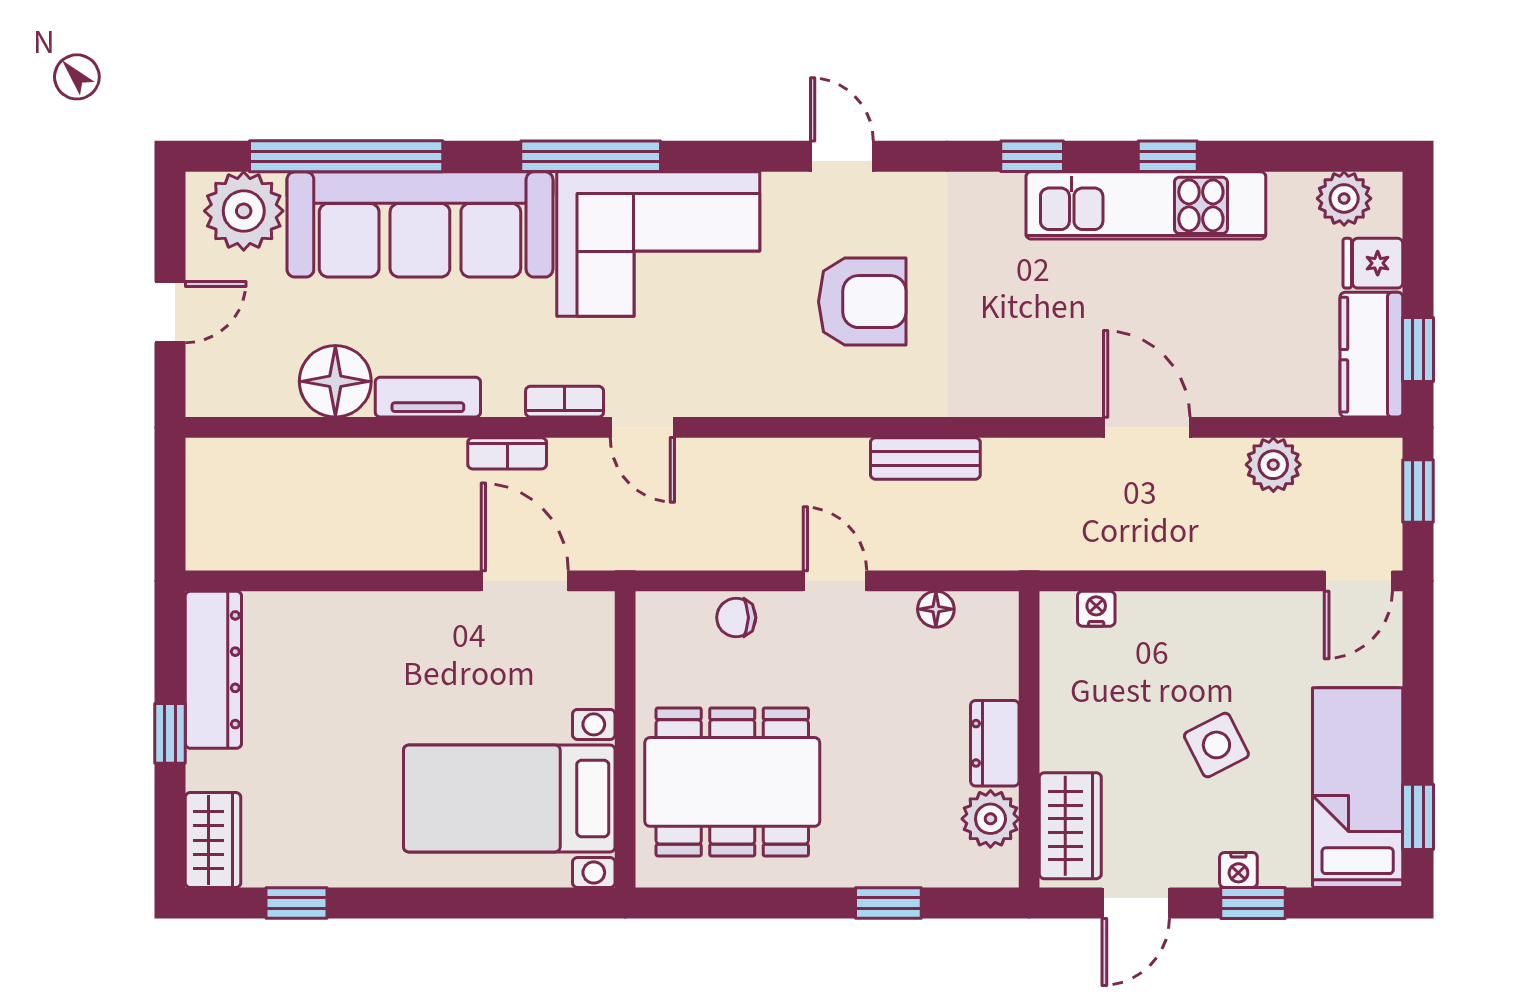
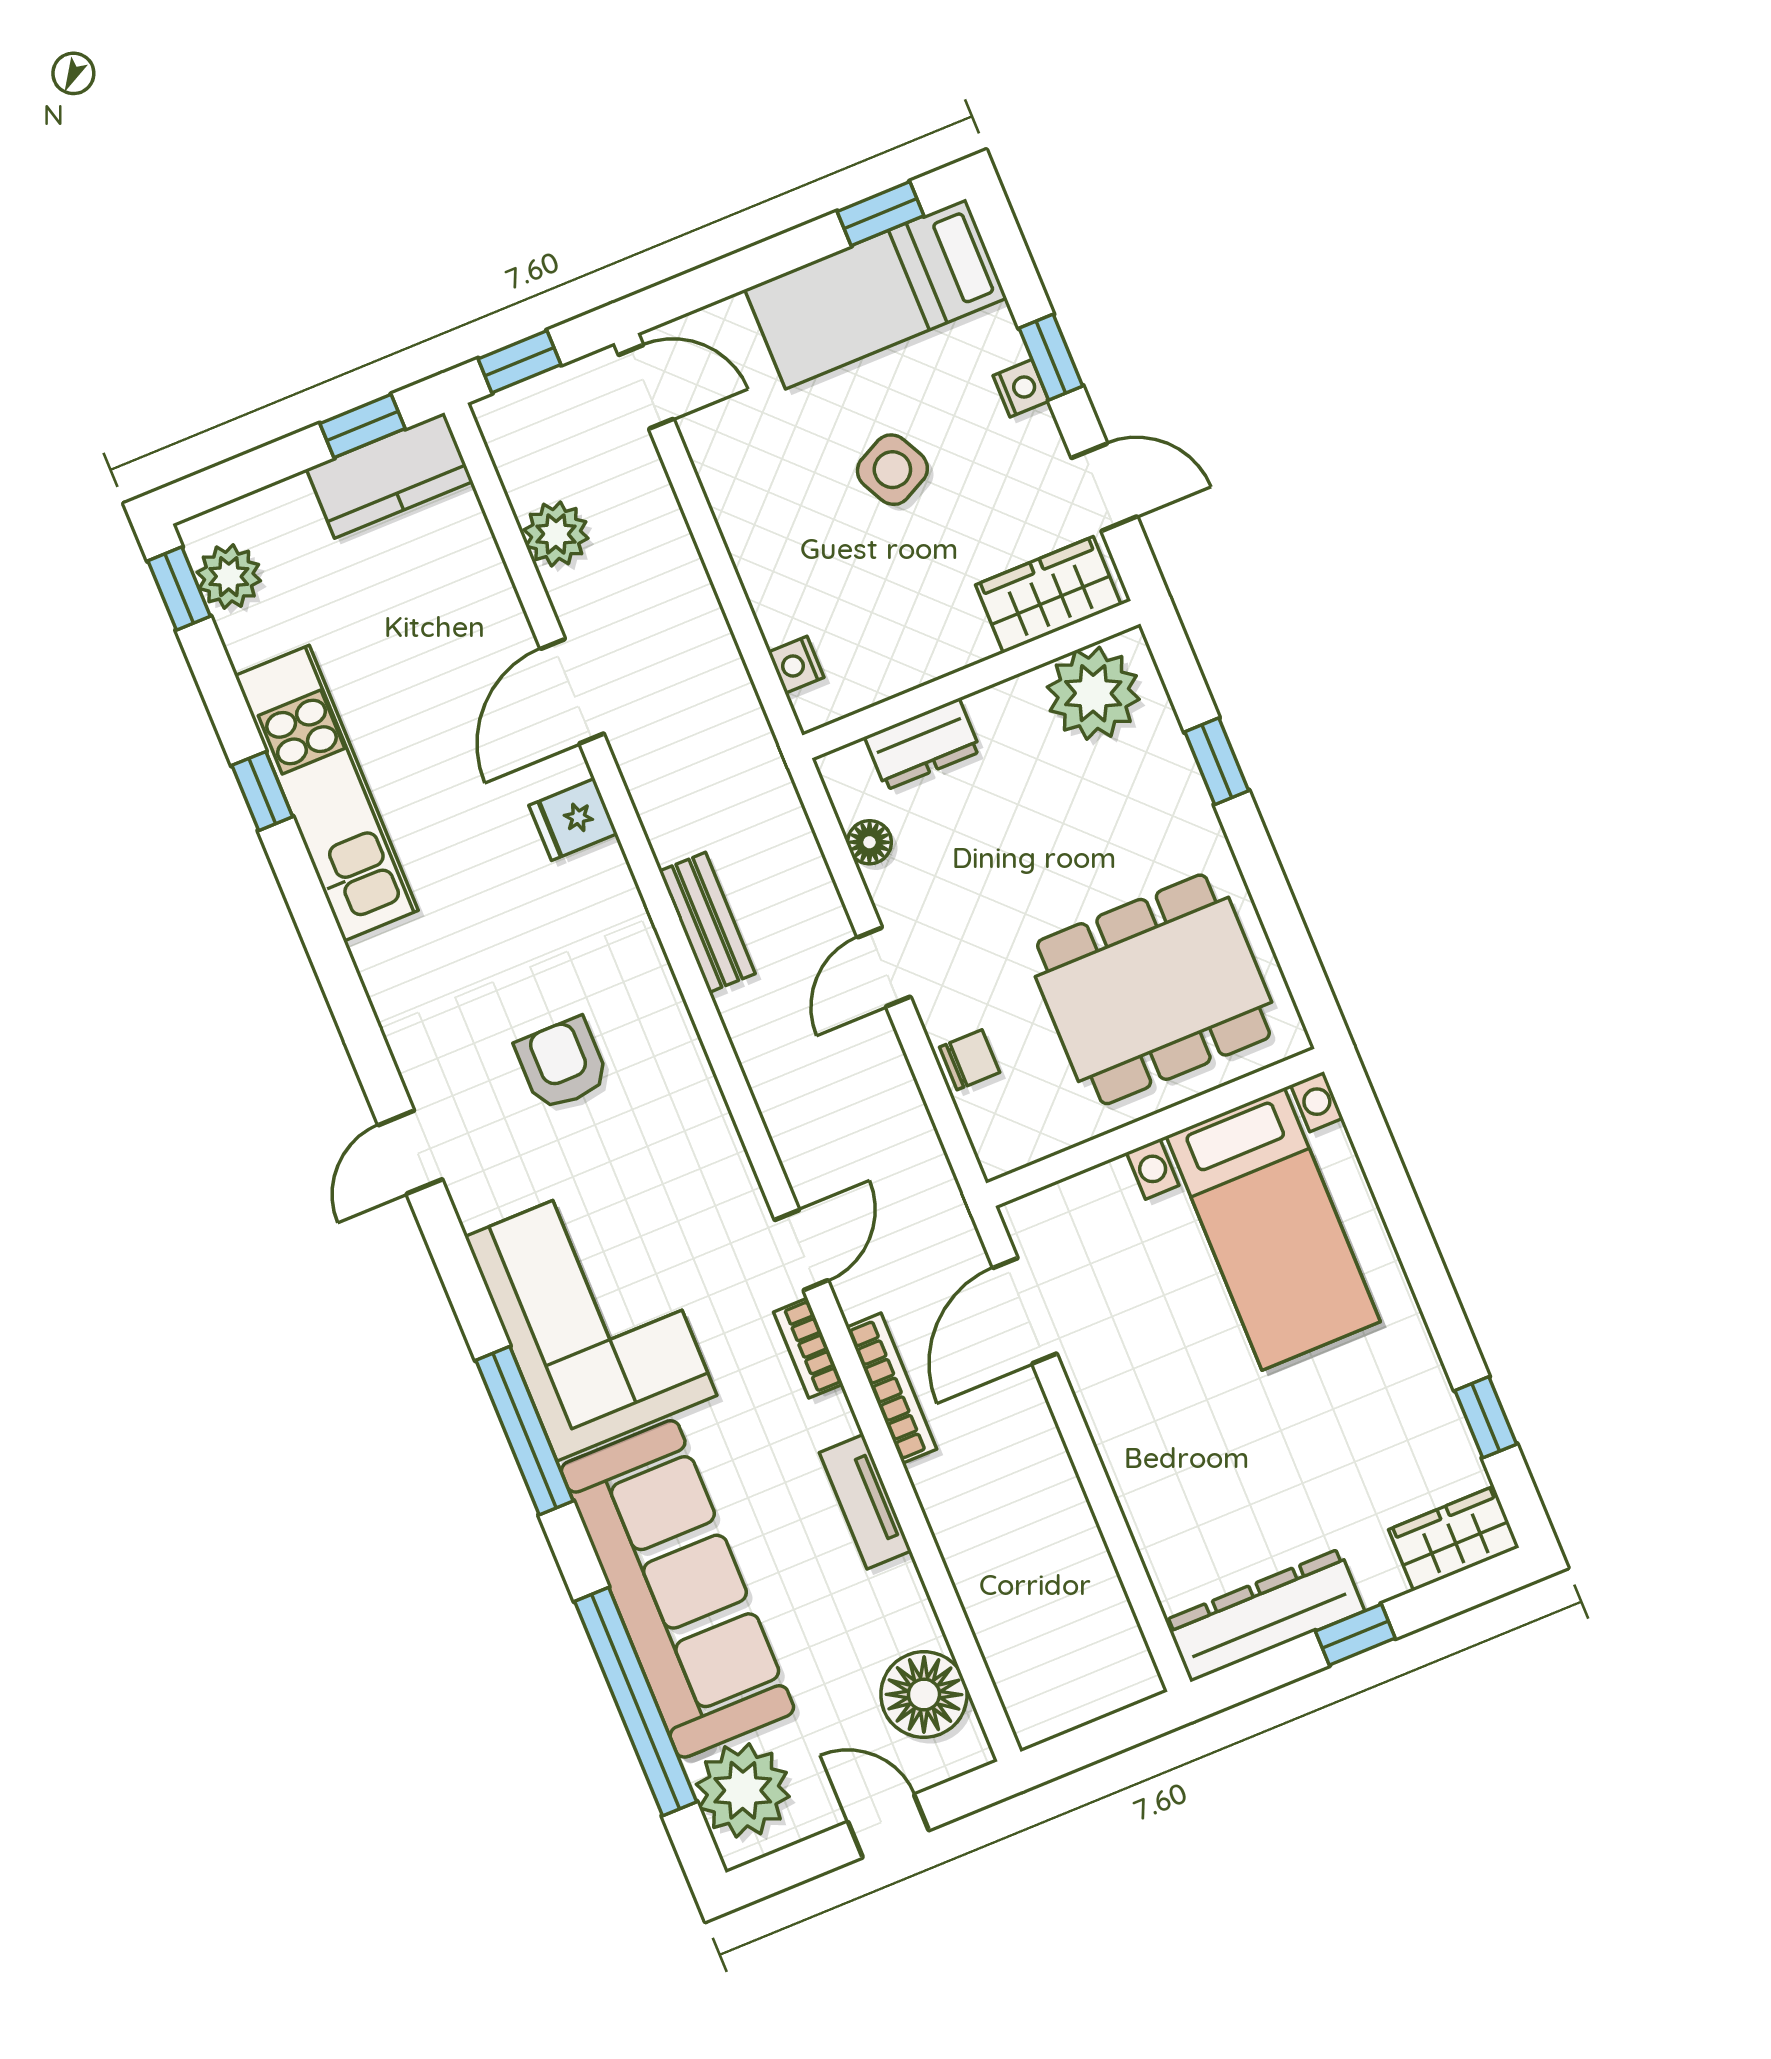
window: (1032, 156) -> (179, 589), moved
fridge: (1373, 263) -> (573, 820), moved, turned 90
armchair: (862, 302) -> (562, 1064), width x0.72, depth x0.72
floor lamp: (335, 381) -> (924, 1695), moved
bookcase: (507, 453) -> (892, 1388), width x1.56
chair: (736, 618) -> (970, 1060), turned -90
dresser: (995, 743) -> (923, 744), moved
dining table: (732, 782) -> (1153, 989), turned 90
plant: (990, 819) -> (1093, 693), width x1.36, depth x1.36

